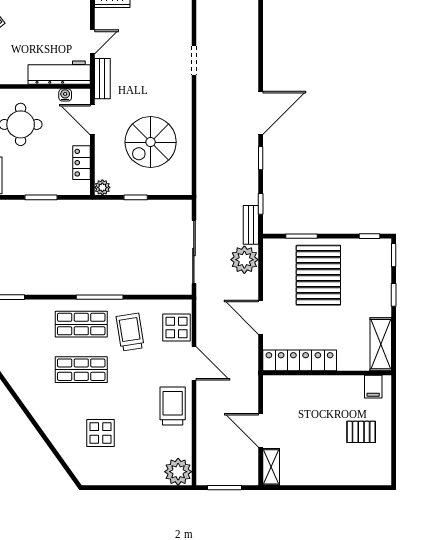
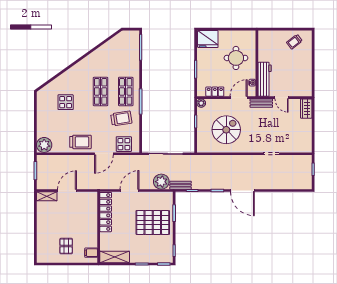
spiral stairs: (151, 142) -> (226, 130), turned 90

